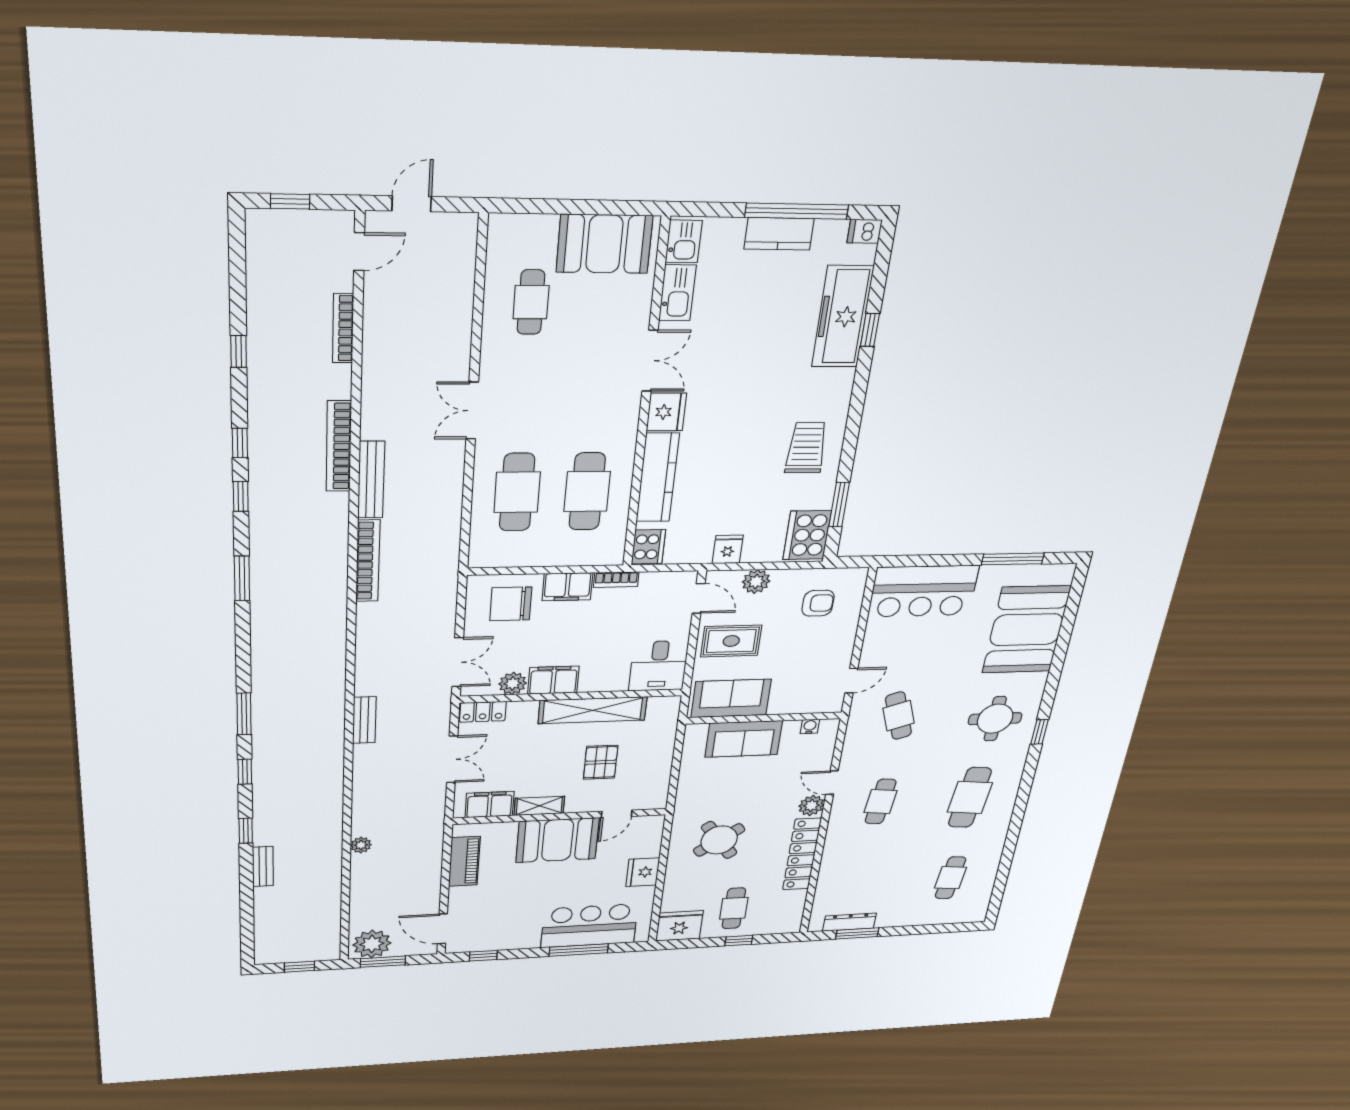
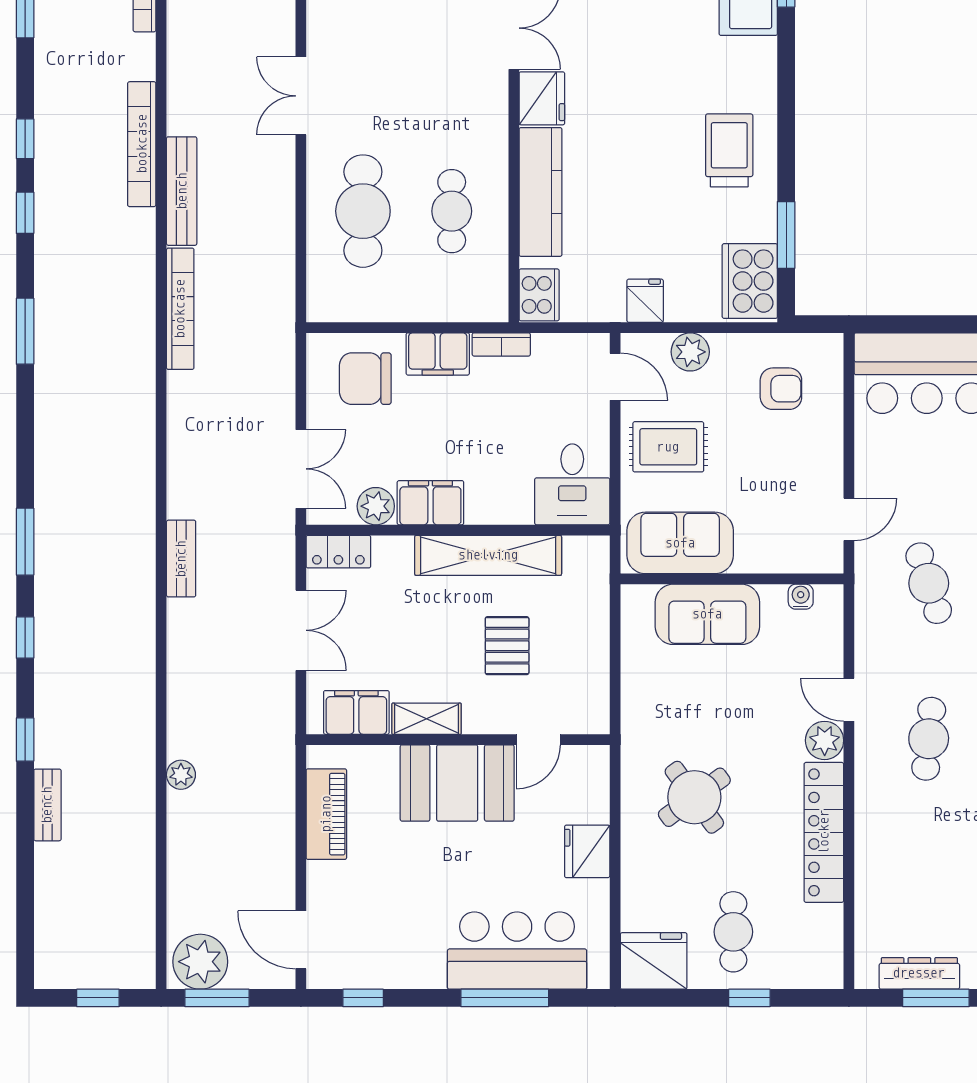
cafe table: (587, 491) -> (452, 211), width x0.73, depth x0.74

